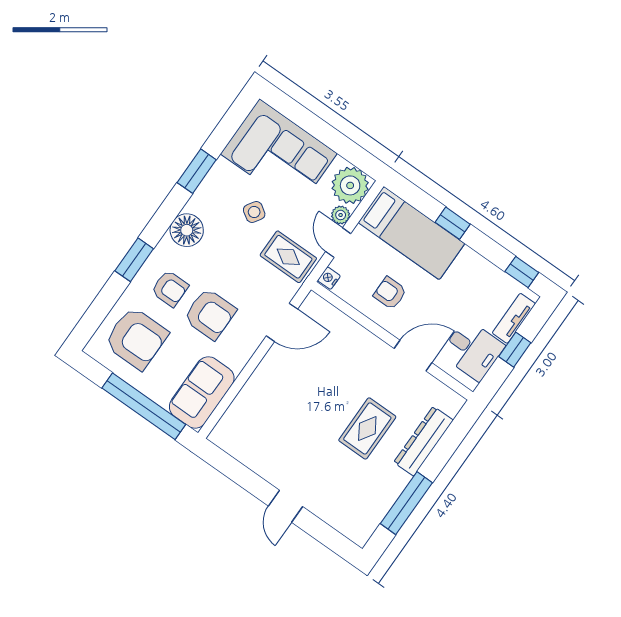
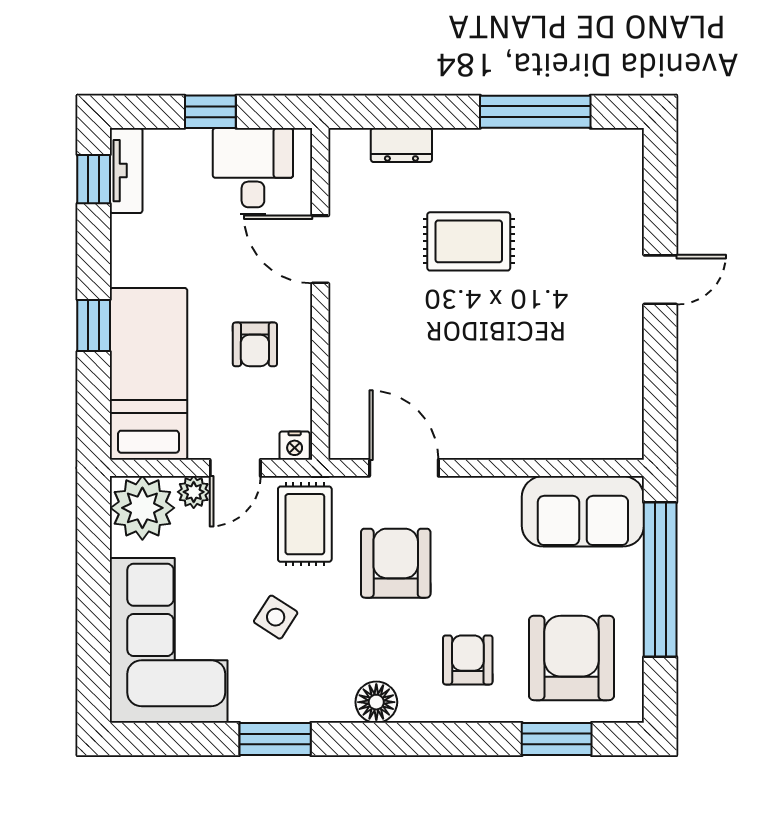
floor lamp: (187, 230) -> (376, 702), width x0.73, depth x0.73
window: (134, 260) -> (557, 739), moved
armchair: (210, 314) -> (396, 563), moved
tv unit: (514, 318) -> (126, 171), moved, turned -90
dresser: (424, 441) -> (401, 145), width x0.51, depth x0.80

